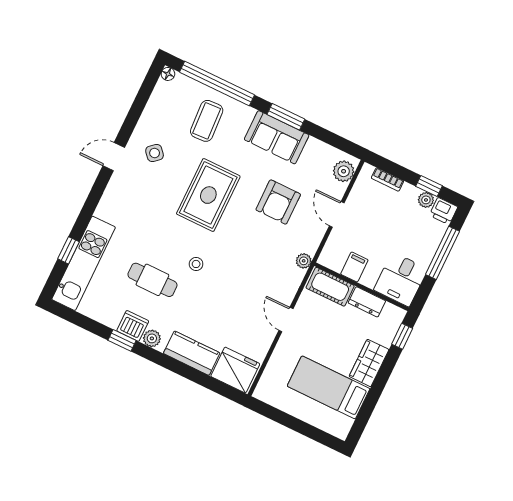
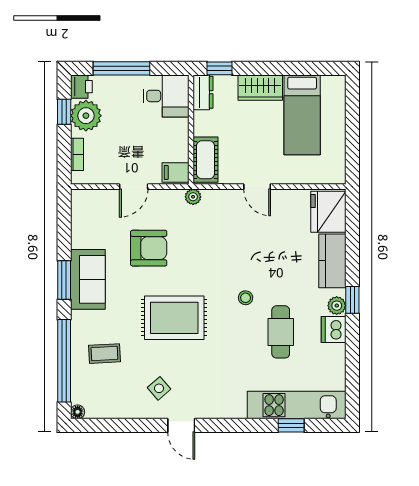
coffee table: (207, 121) -> (104, 354), width x0.73, depth x0.77
plant: (344, 171) -> (89, 200), removed
plant: (426, 200) -> (86, 116), width x1.88, depth x1.88
filing cabinet: (354, 267) -> (176, 173), moved
dresser: (367, 302) -> (203, 92), moved
door: (286, 320) -> (257, 187), hinge flipped
window: (122, 340) -> (352, 300), moved

